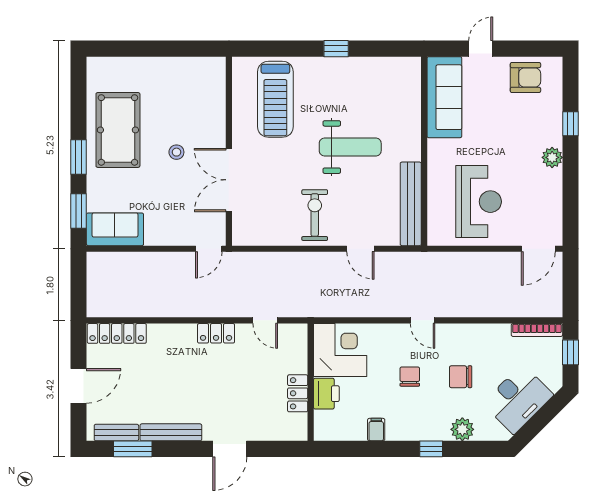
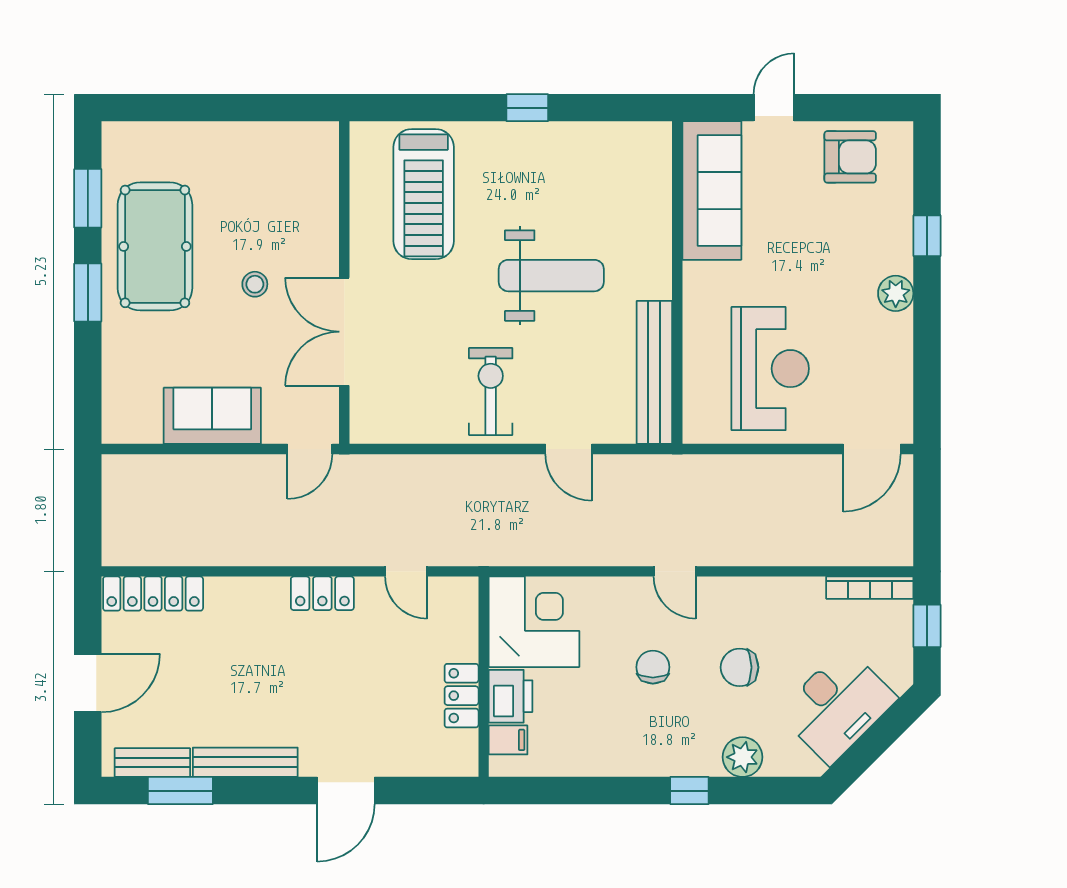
window: (79, 211) -> (88, 198), moved
sofa: (115, 229) -> (212, 416), moved
filing cabinet: (376, 430) -> (508, 740), moved, turned 90

